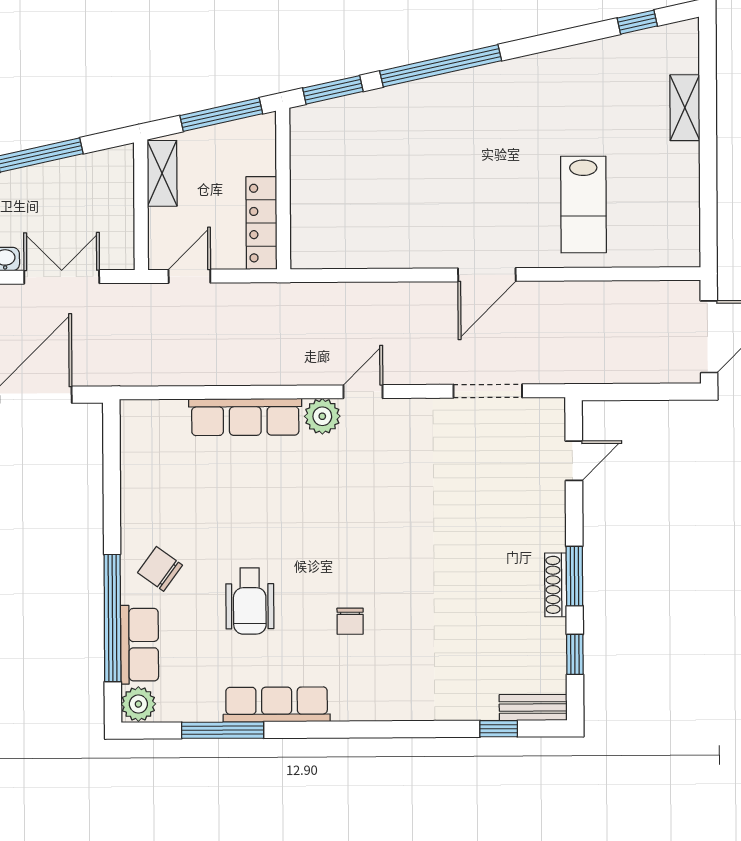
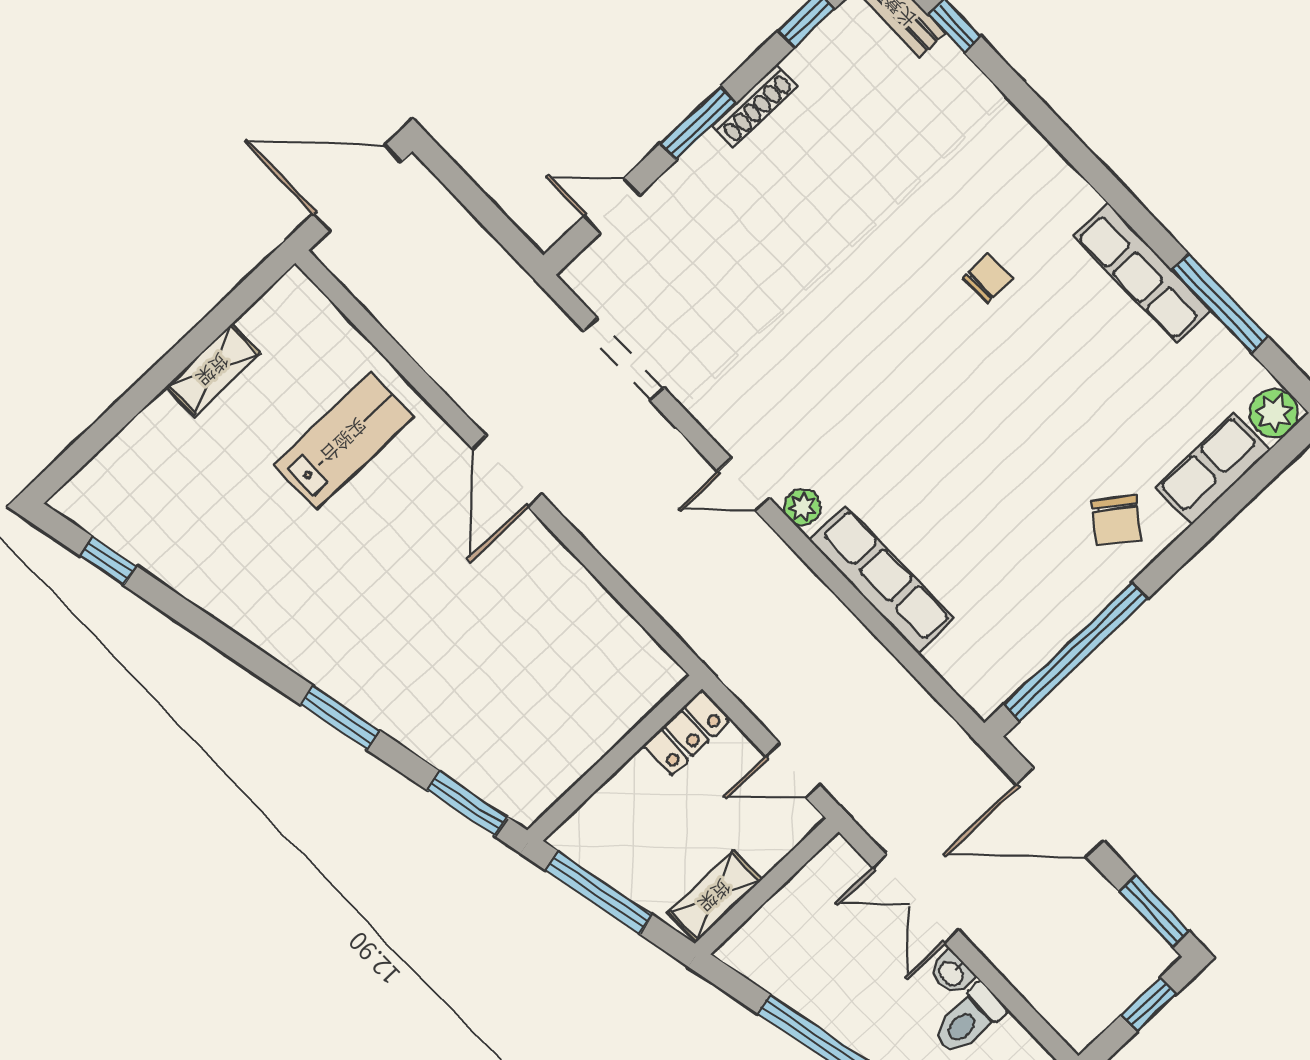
window: (441, 66) -> (340, 718), width x0.47
shelving: (685, 108) -> (213, 370), moved
locker: (262, 223) -> (686, 733), width x0.66
door: (487, 275) -> (507, 471), swing flipped
plant: (322, 416) -> (802, 507), width x0.73, depth x0.73
window: (574, 576) -> (698, 123), moved
wheelchair: (250, 601) -> (1063, 399), removed
window: (112, 618) -> (1076, 651), moved

